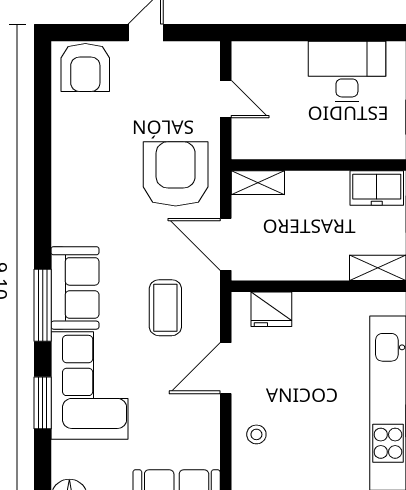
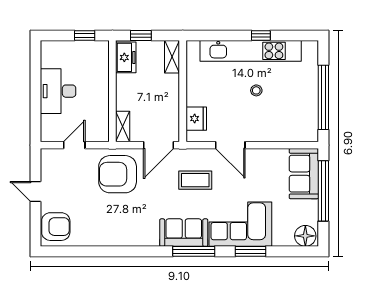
desk: (347, 72) -> (58, 91), moved
stool: (256, 434) -> (256, 90), moved

